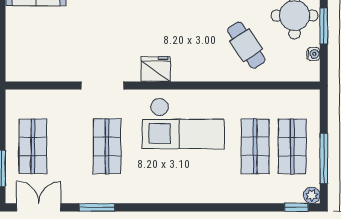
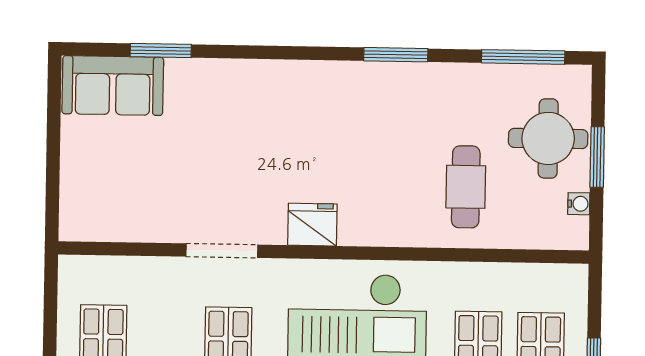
cafe table: (246, 45) -> (466, 187), turned 33

